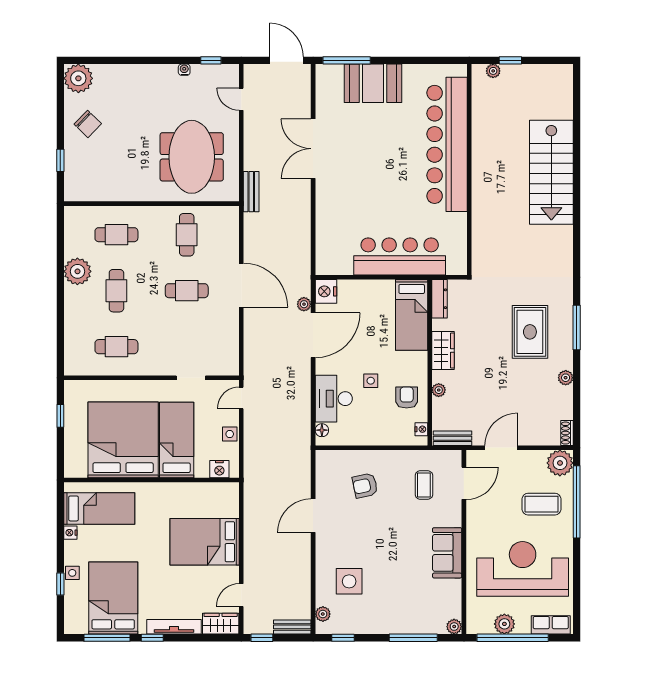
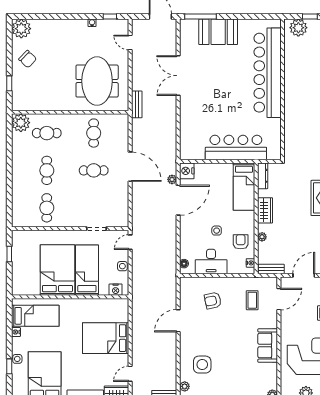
plant: (493, 71) -> (298, 28), width x1.88, depth x1.88
plant: (77, 271) -> (21, 123), moved
cafe table: (116, 347) -> (47, 208), turned 90
desk: (334, 399) -> (211, 262), moved, turned -90
bed: (123, 440) -> (57, 270), width x0.73

